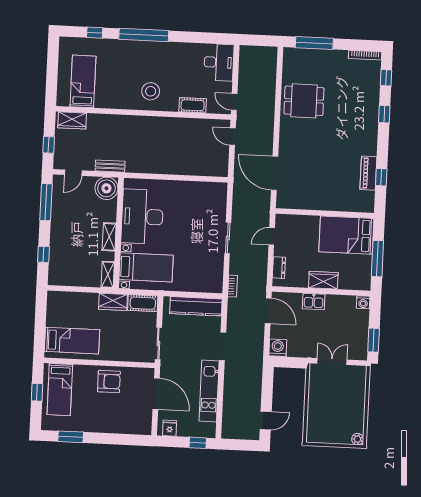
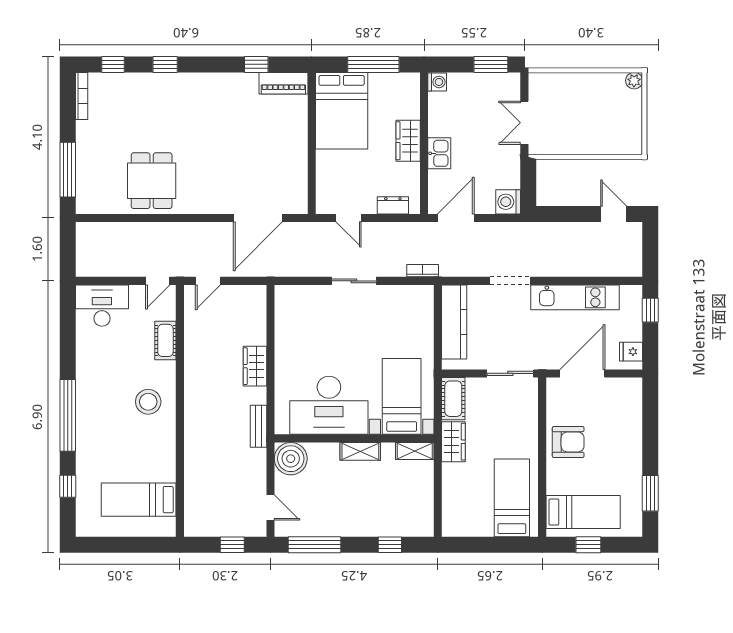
wardrobe: (72, 120) -> (255, 366), moved, turned 180
bench: (110, 166) -> (258, 426), moved
piano: (368, 173) -> (283, 83), moved
armchair: (109, 381) -> (568, 442), turned 90

